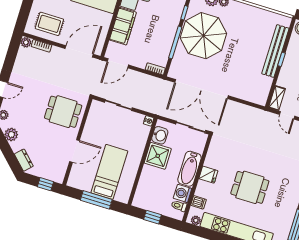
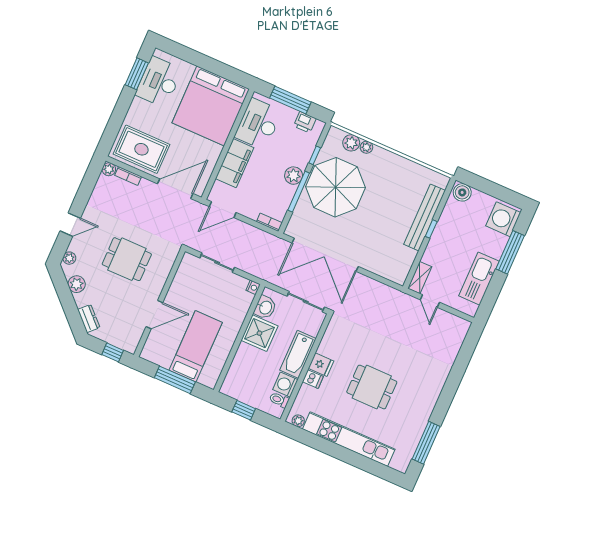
rug: (49, 24) -> (141, 149), width x1.36, depth x1.43
plant: (170, 30) -> (294, 176), added
dining table: (63, 112) -> (127, 259), moved
dishwasher: (199, 202) -> (313, 379), moved

